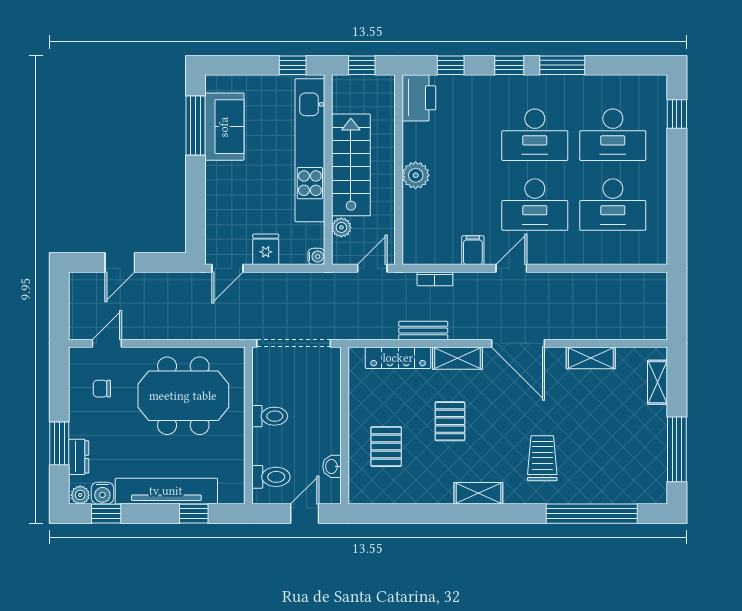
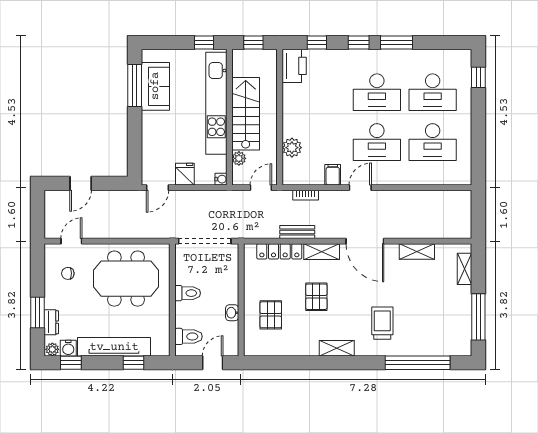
plant: (416, 175) -> (292, 148), moved
washbasin: (332, 466) -> (232, 313), moved

